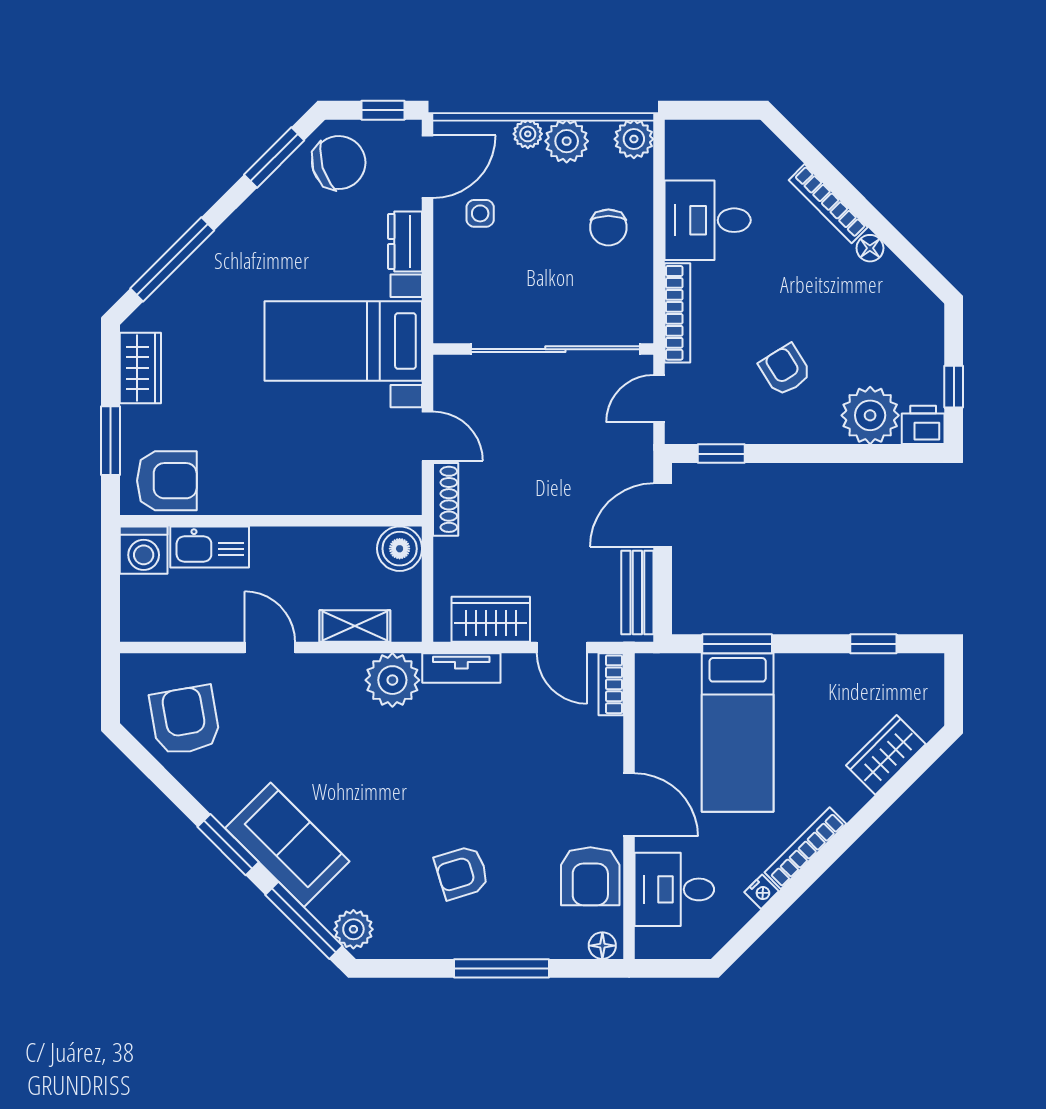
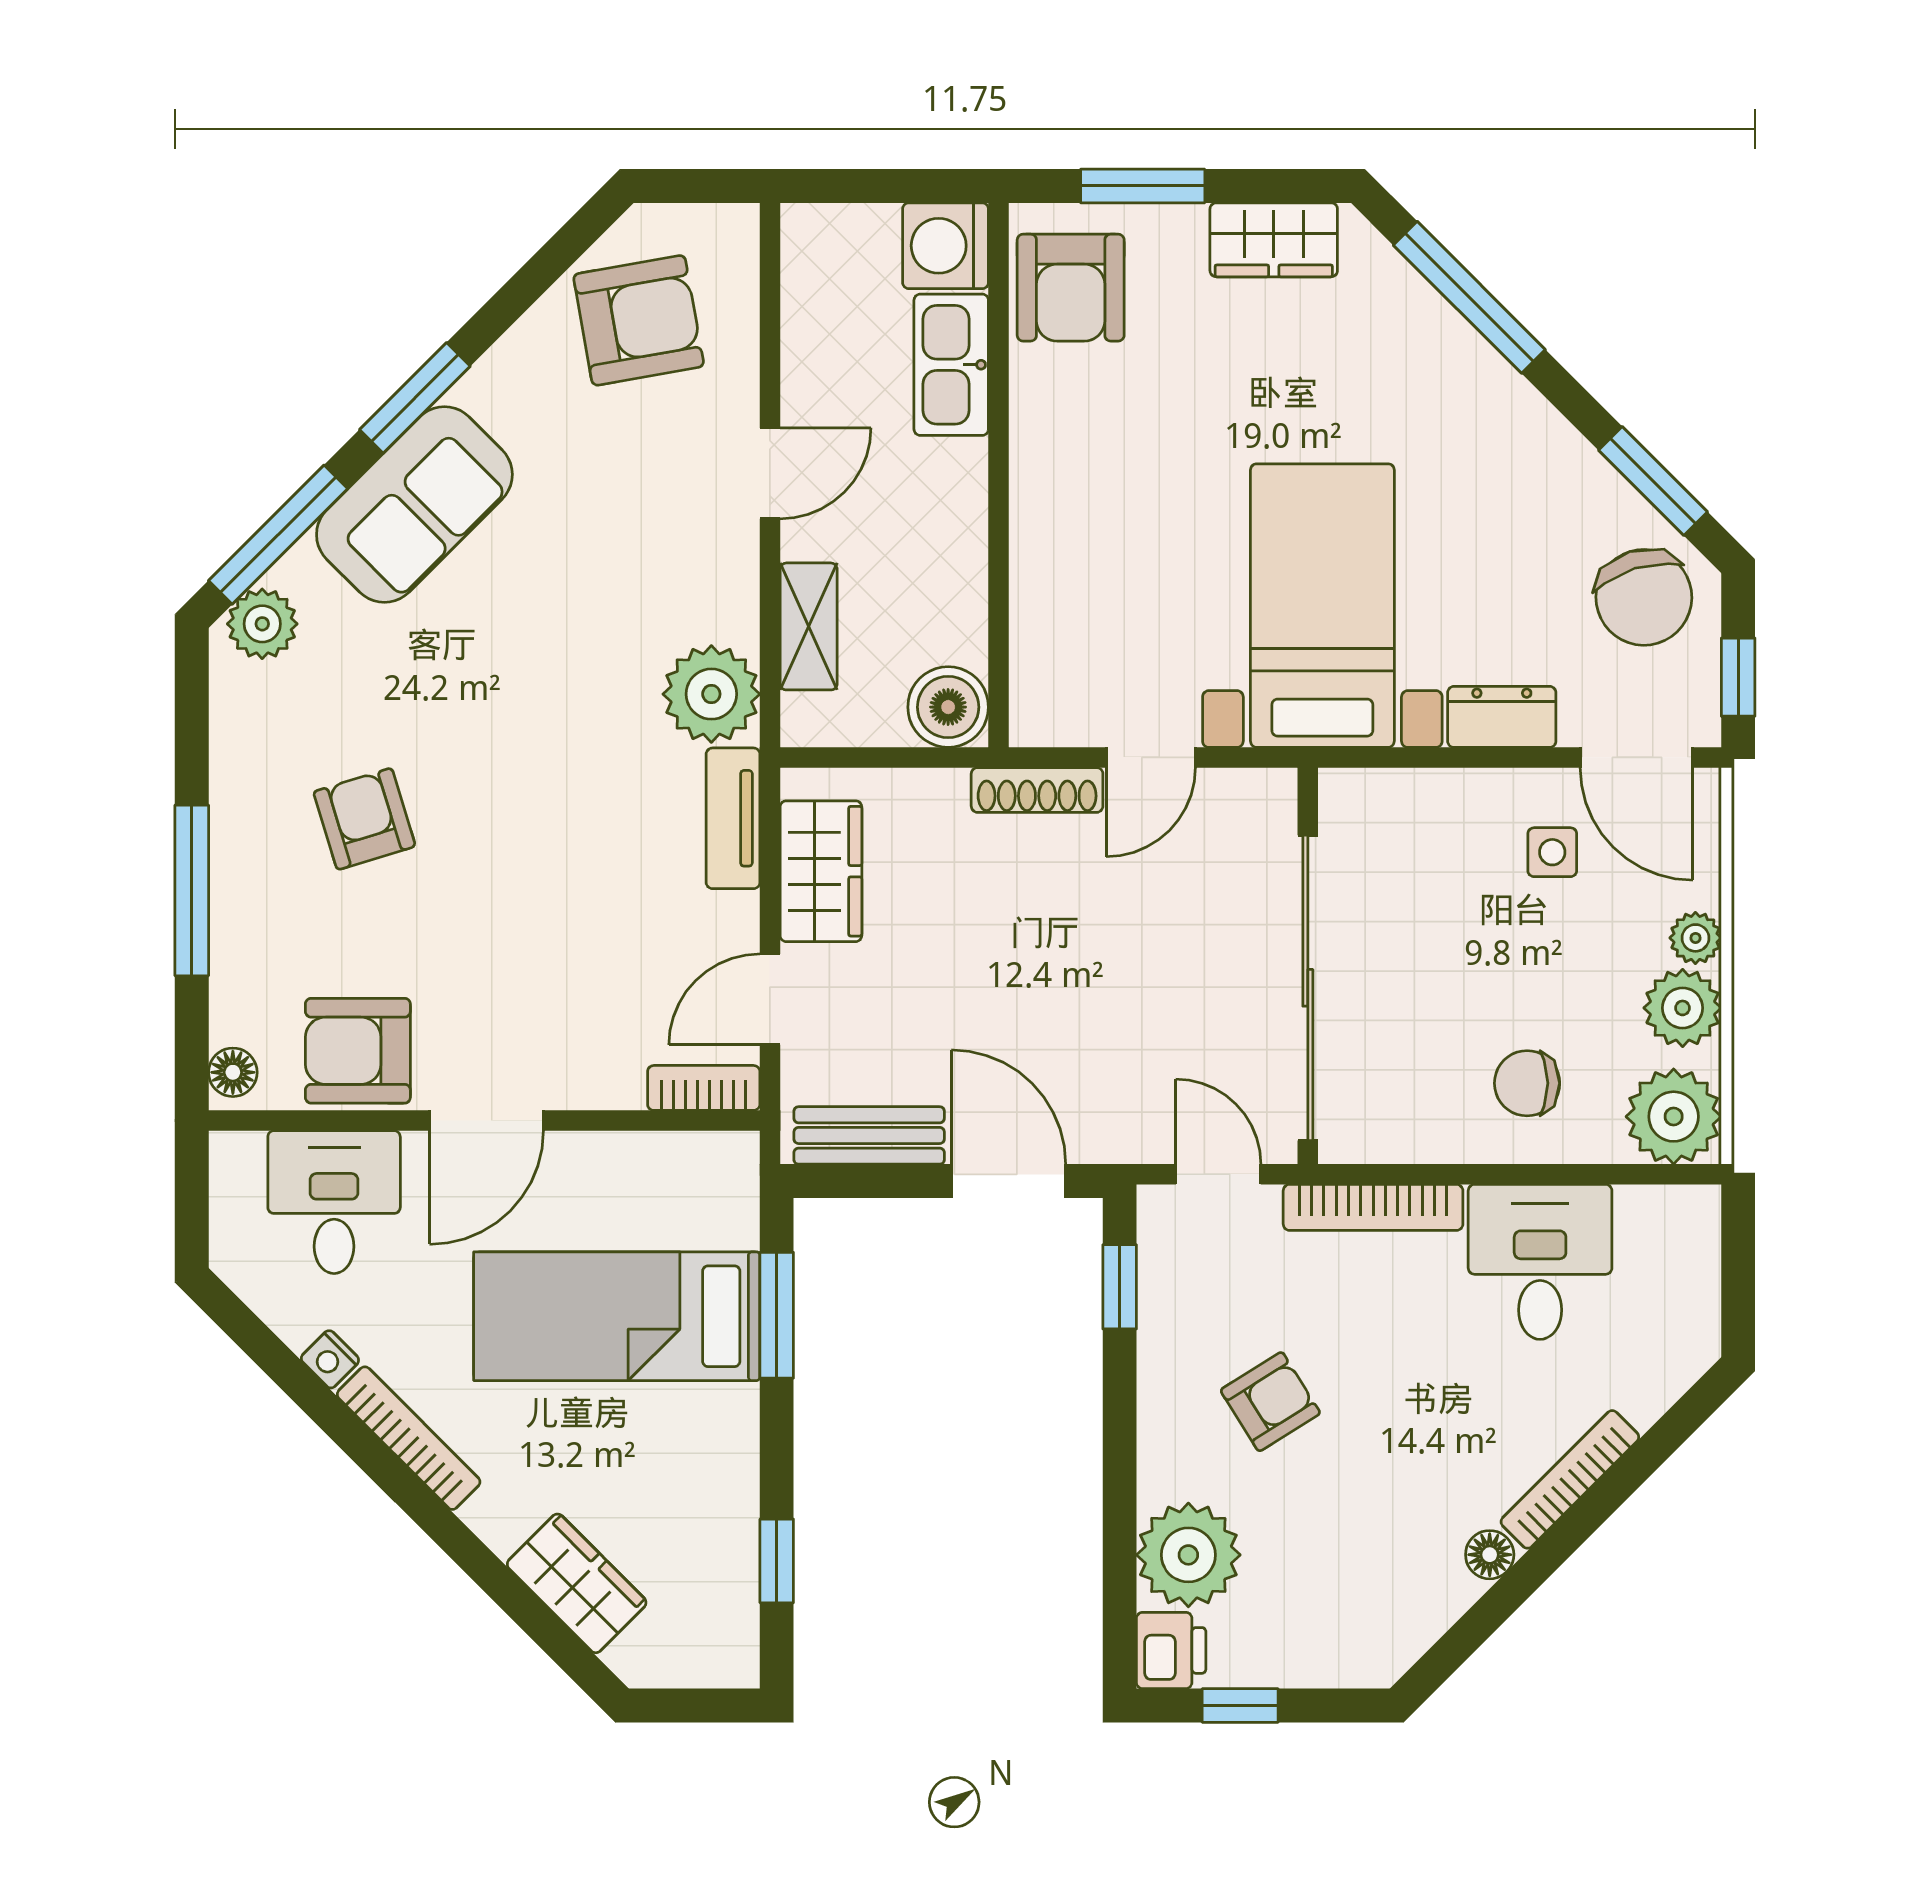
plant: (634, 139) -> (1674, 1117), width x1.36, depth x1.36

